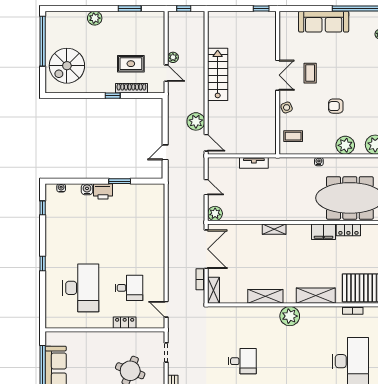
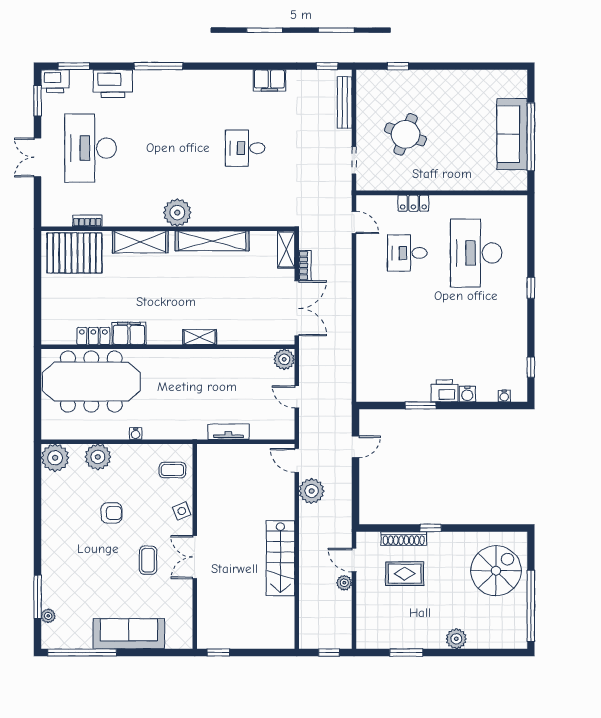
double door: (206, 249) -> (297, 308), swing flipped
shelving: (265, 296) -> (212, 241), width x1.47

